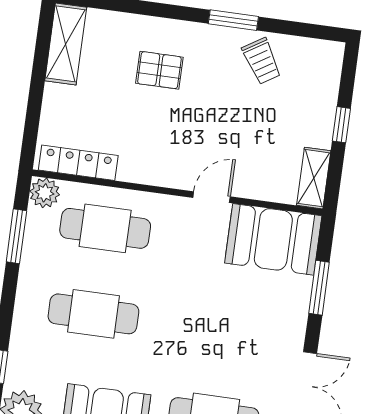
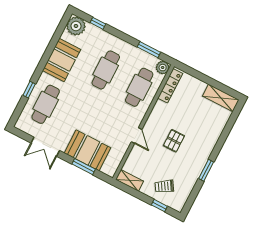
trolley: (262, 61) -> (164, 186), moved
pallet: (159, 70) -> (174, 141), moved
window: (341, 125) -> (159, 206), moved
booth: (273, 239) -> (88, 150), moved, turned 90

